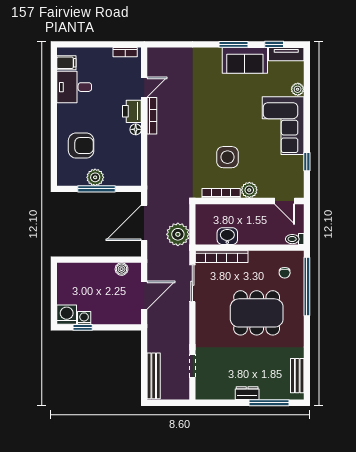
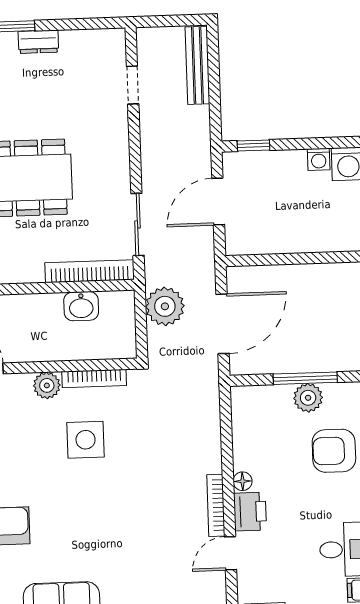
boiler: (122, 269) -> (258, 244), removed
window: (83, 327) -> (254, 145), moved

